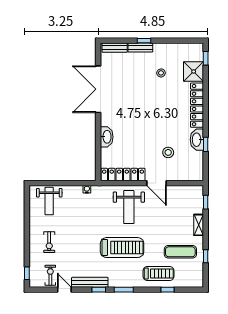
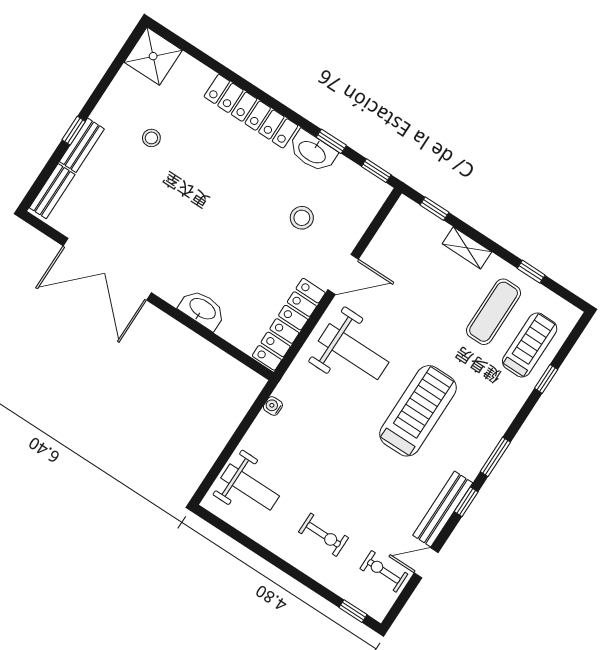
window: (206, 58) -> (376, 171), moved
shower: (194, 71) -> (153, 56), moved
treadmill: (159, 274) -> (530, 345), moved

